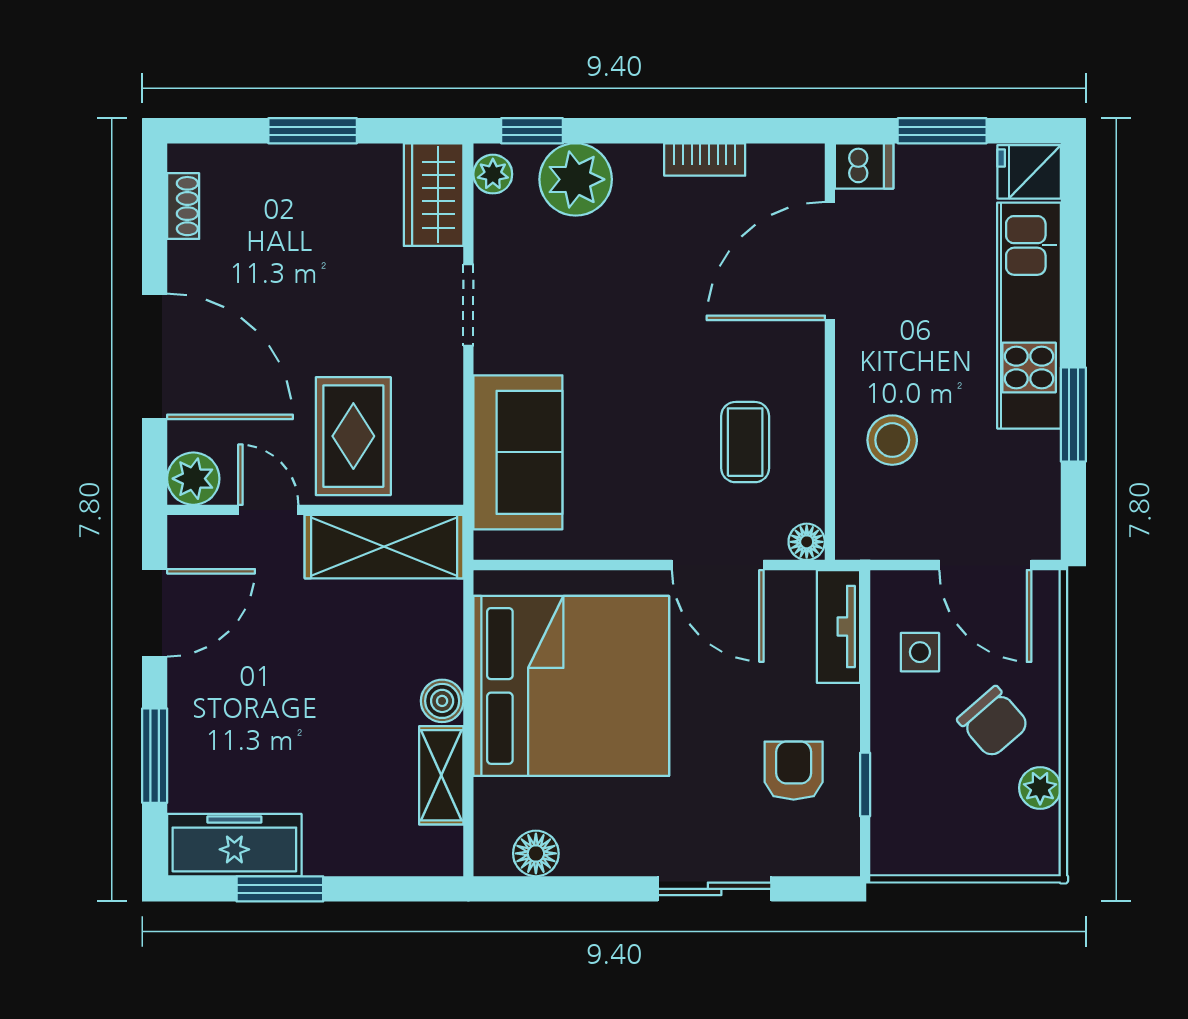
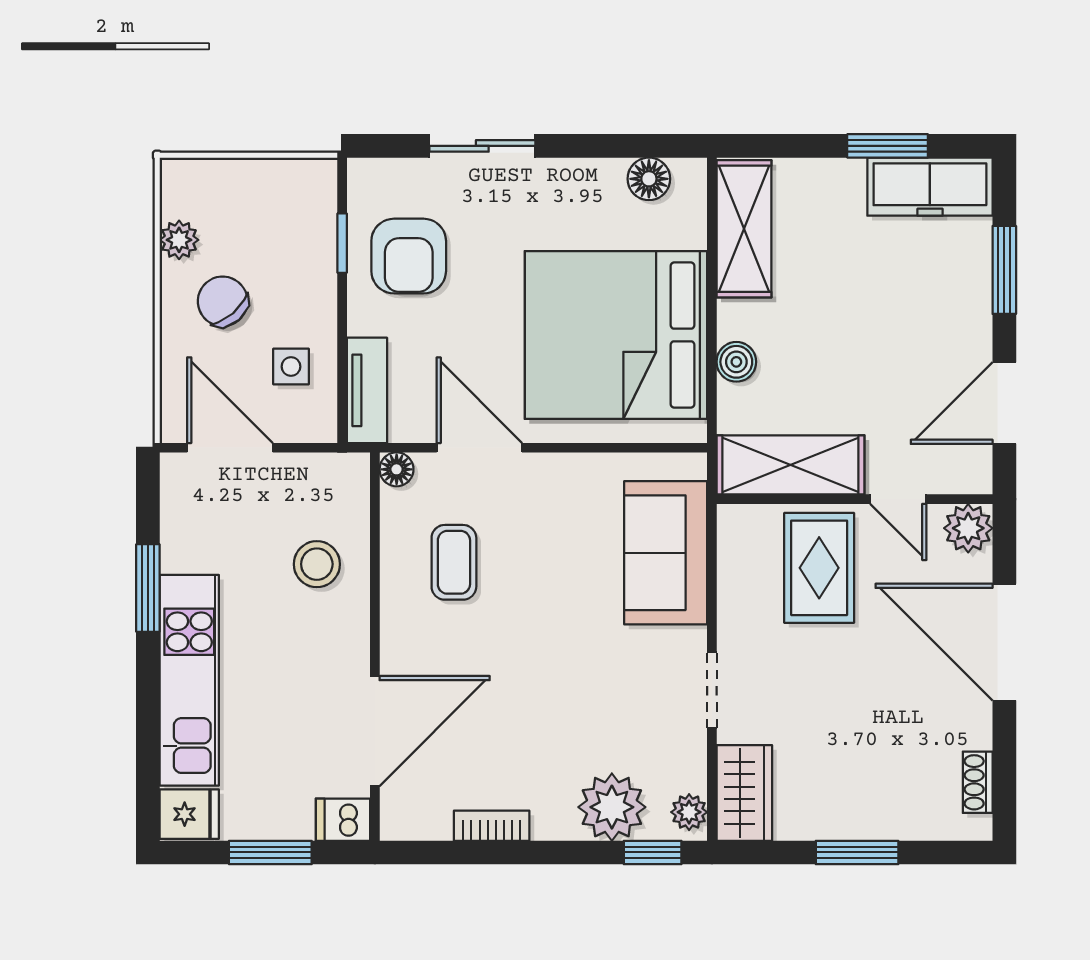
boiler: (442, 701) -> (736, 362), moved
armchair: (794, 771) -> (409, 256), width x1.38, depth x1.38
shelving: (441, 775) -> (744, 229), width x1.50, depth x1.33

